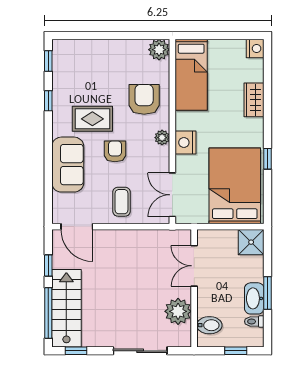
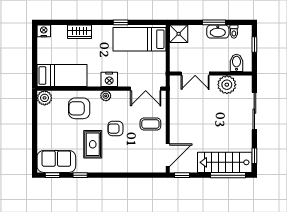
sofa: (68, 165) -> (56, 161), moved
bed: (235, 186) -> (139, 39), width x0.67
window: (48, 265) -> (182, 175), moved

